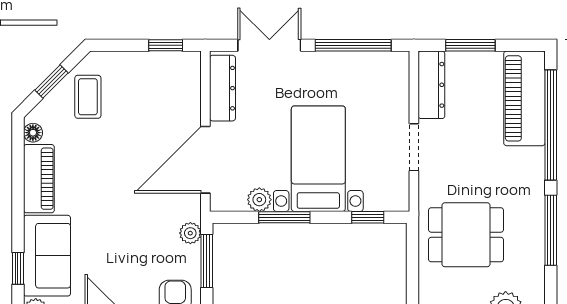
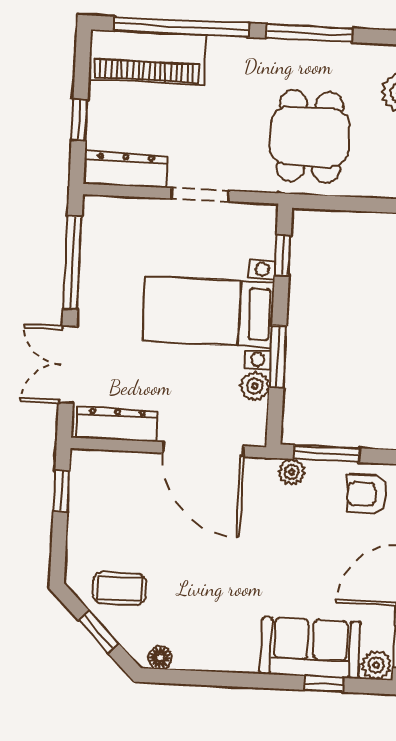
window: (470, 45) -> (80, 120), width x0.67
piano: (39, 179) -> (216, 653), removed

